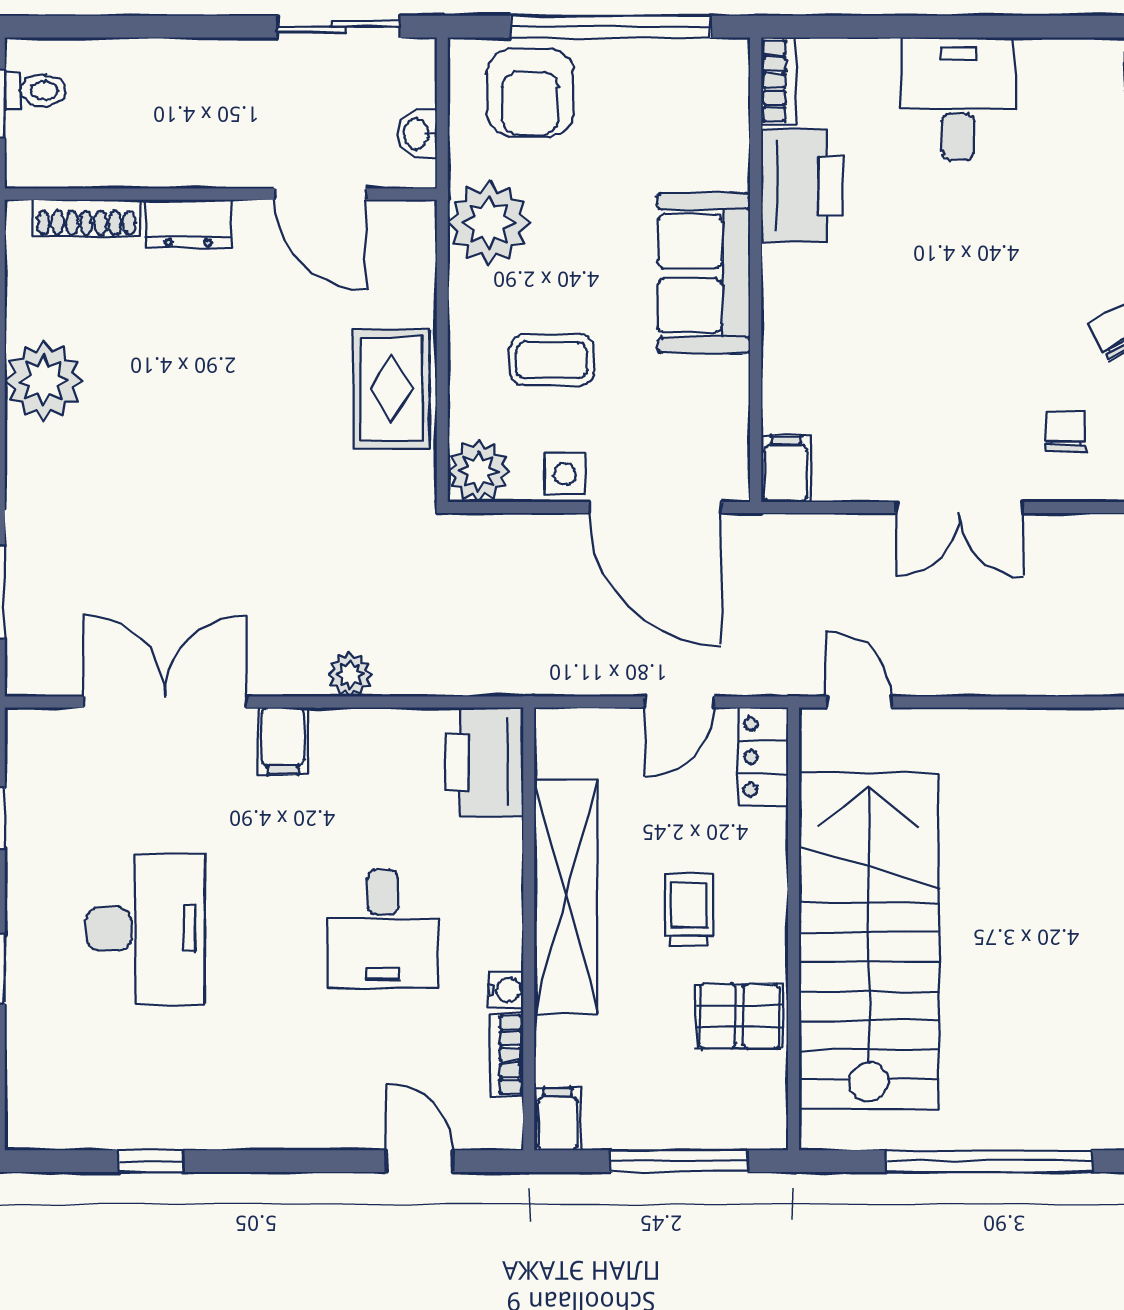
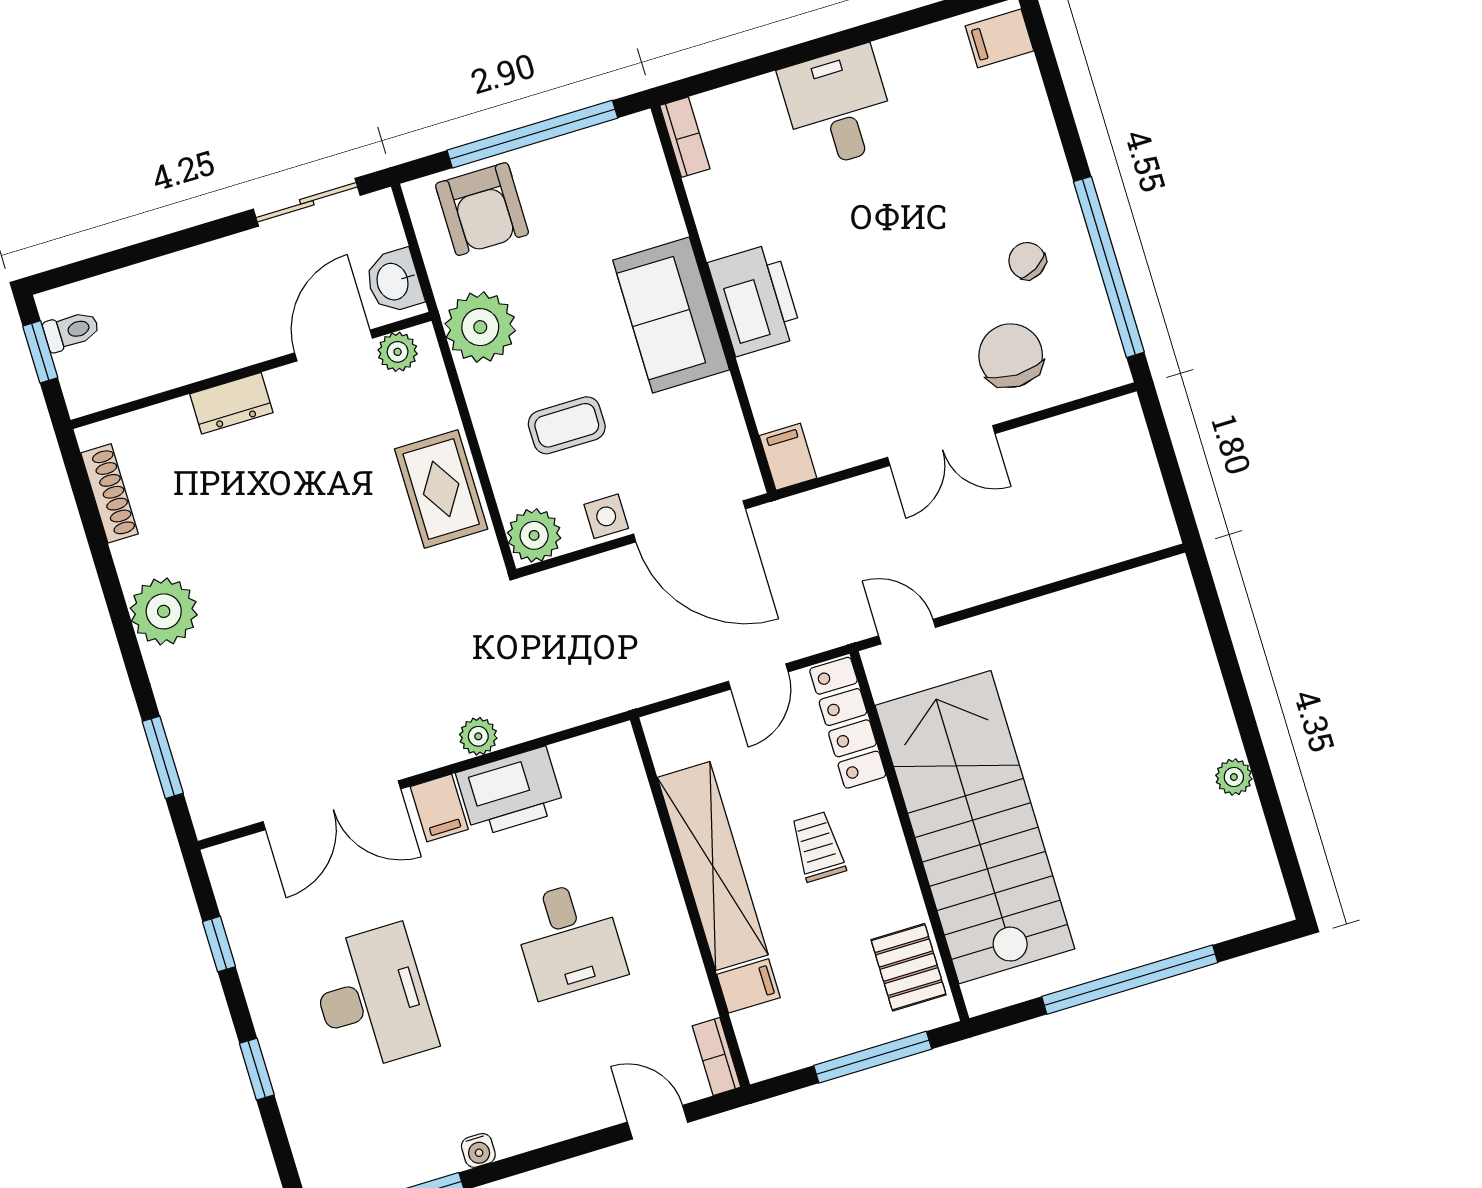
washbasin: (417, 134) -> (394, 281), width x1.38, depth x1.45
printer: (802, 186) -> (755, 300), moved
door: (320, 194) -> (334, 346), swing flipped
shoe rack: (86, 218) -> (110, 493), moved, turned -90
plant: (389, 222) -> (398, 352), added
plant: (44, 381) -> (164, 611), moved
chair: (1066, 431) -> (1011, 356), width x1.87, depth x1.87
double door: (165, 702) -> (332, 805), swing flipped
locker: (763, 757) -> (848, 723), width x1.53
printer: (484, 762) -> (510, 792), moved, turned -90
water cooler: (506, 990) -> (478, 1150), moved, turned 90
pallet: (739, 1016) -> (909, 967), moved, turned 90
bookcase: (507, 1054) -> (717, 1057), moved
filing cabinet: (558, 1119) -> (748, 986), moved, turned 90

